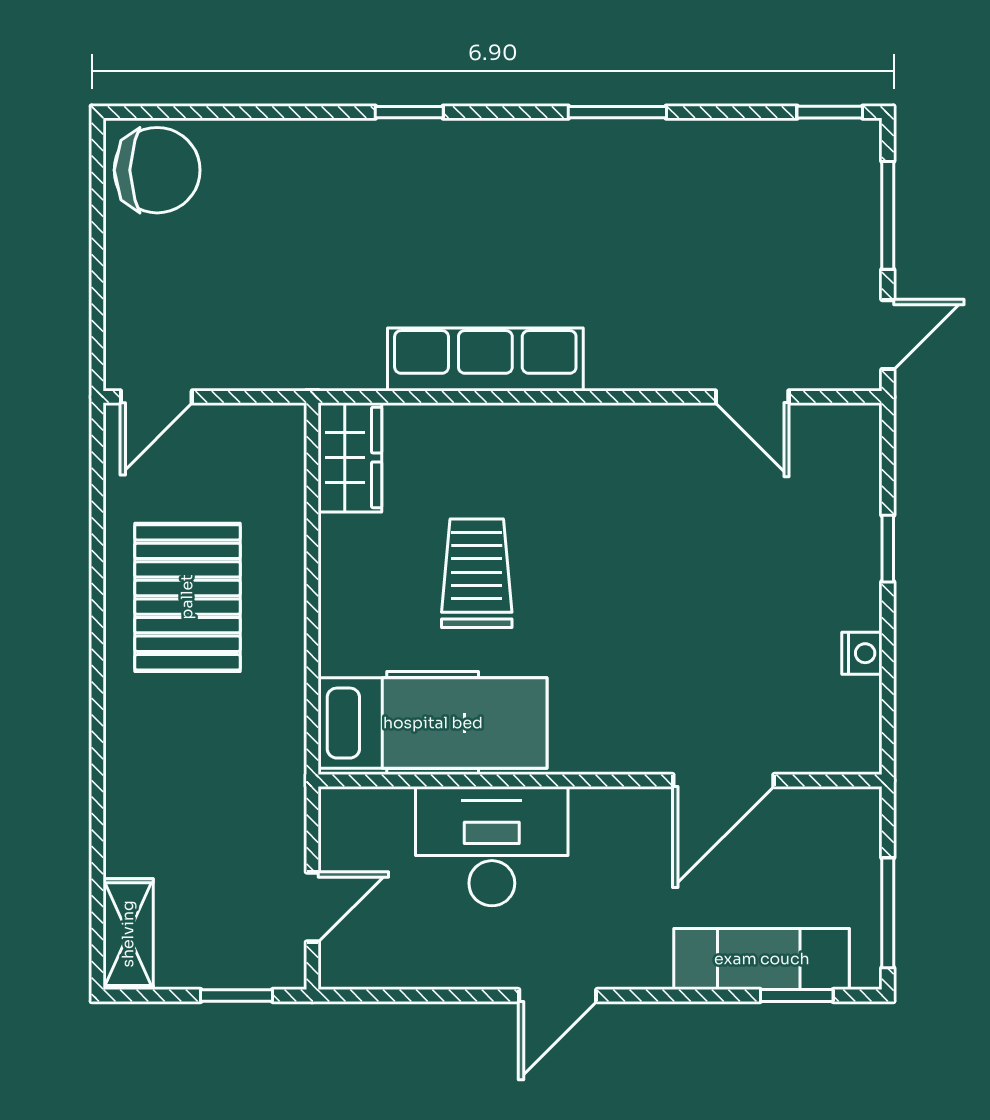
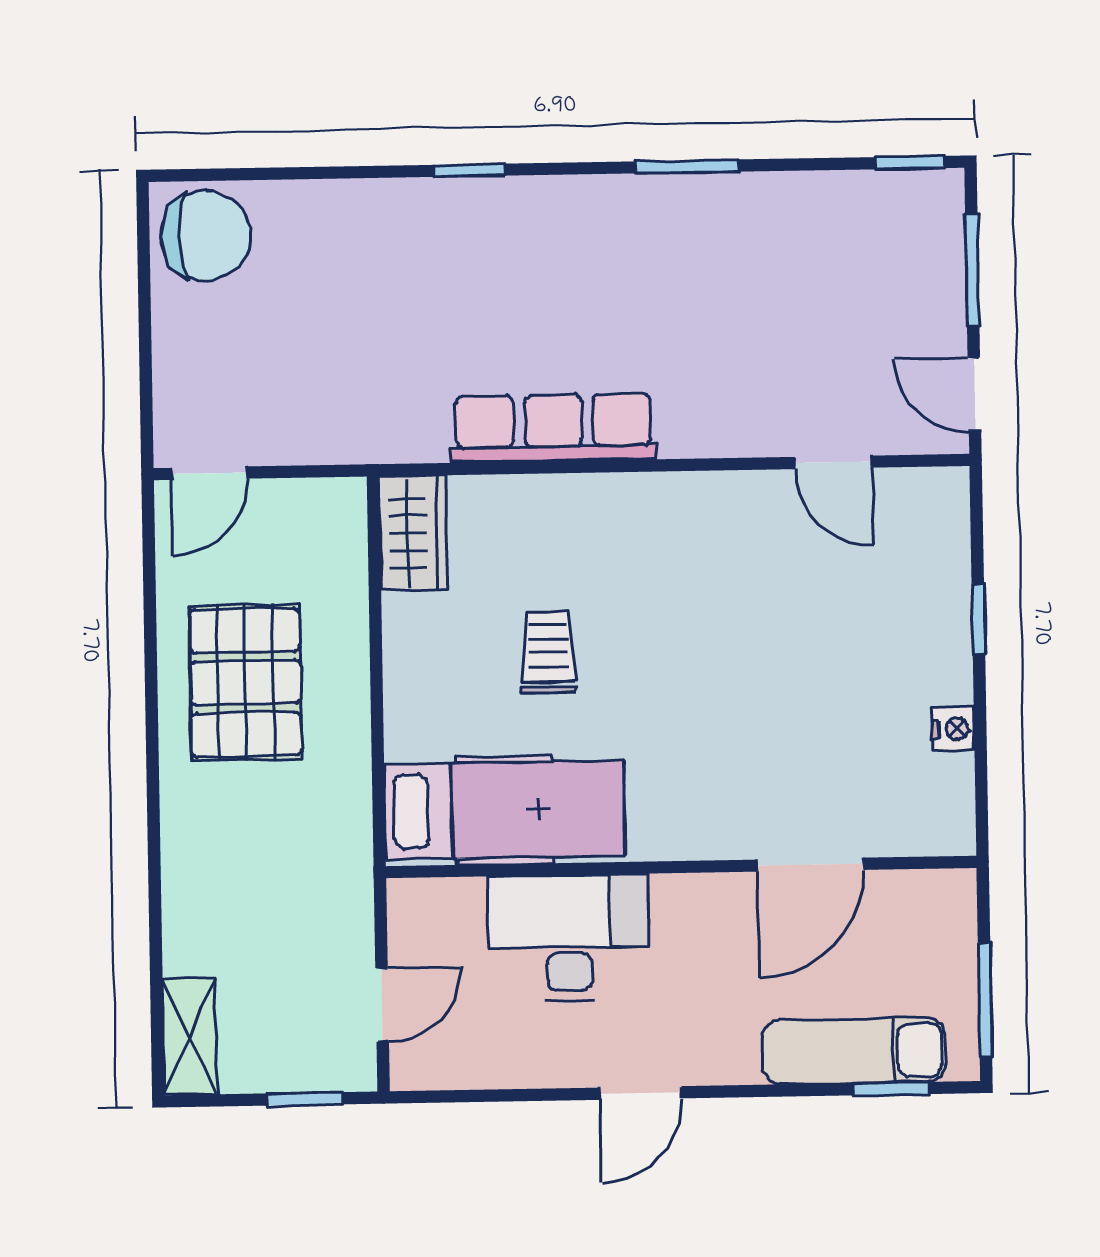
door: (888, 335) -> (974, 395), swing flipped
trolley: (477, 573) -> (548, 652), width x0.73, depth x0.72

